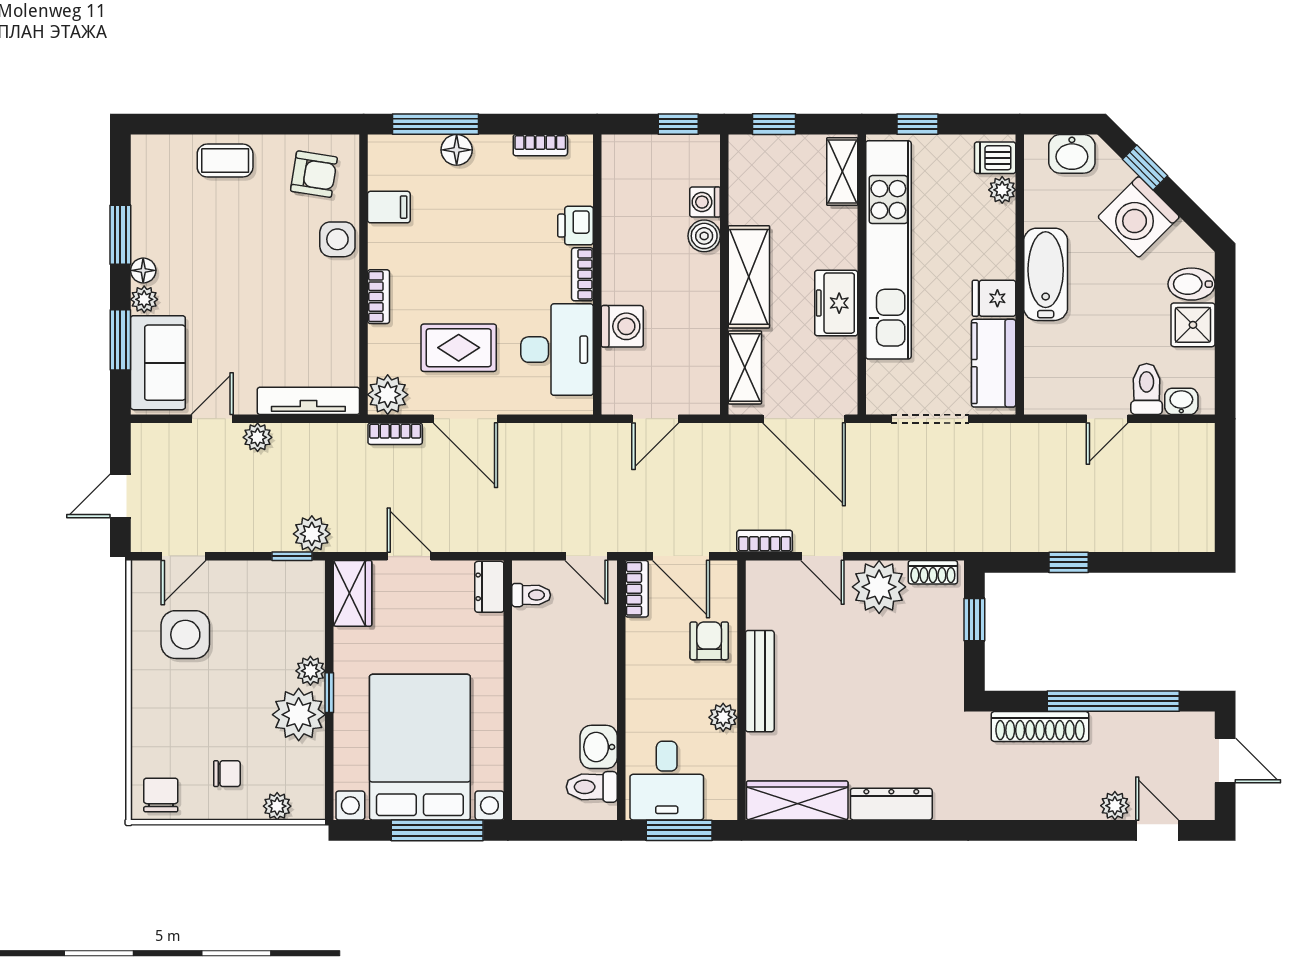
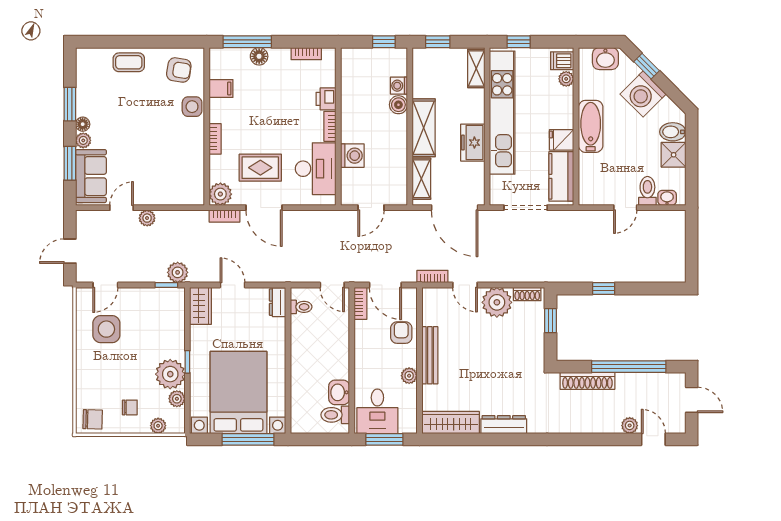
tv unit: (308, 401) -> (176, 198), removed
plant: (310, 671) -> (177, 399), moved
chair: (161, 795) -> (93, 419), turned 92

